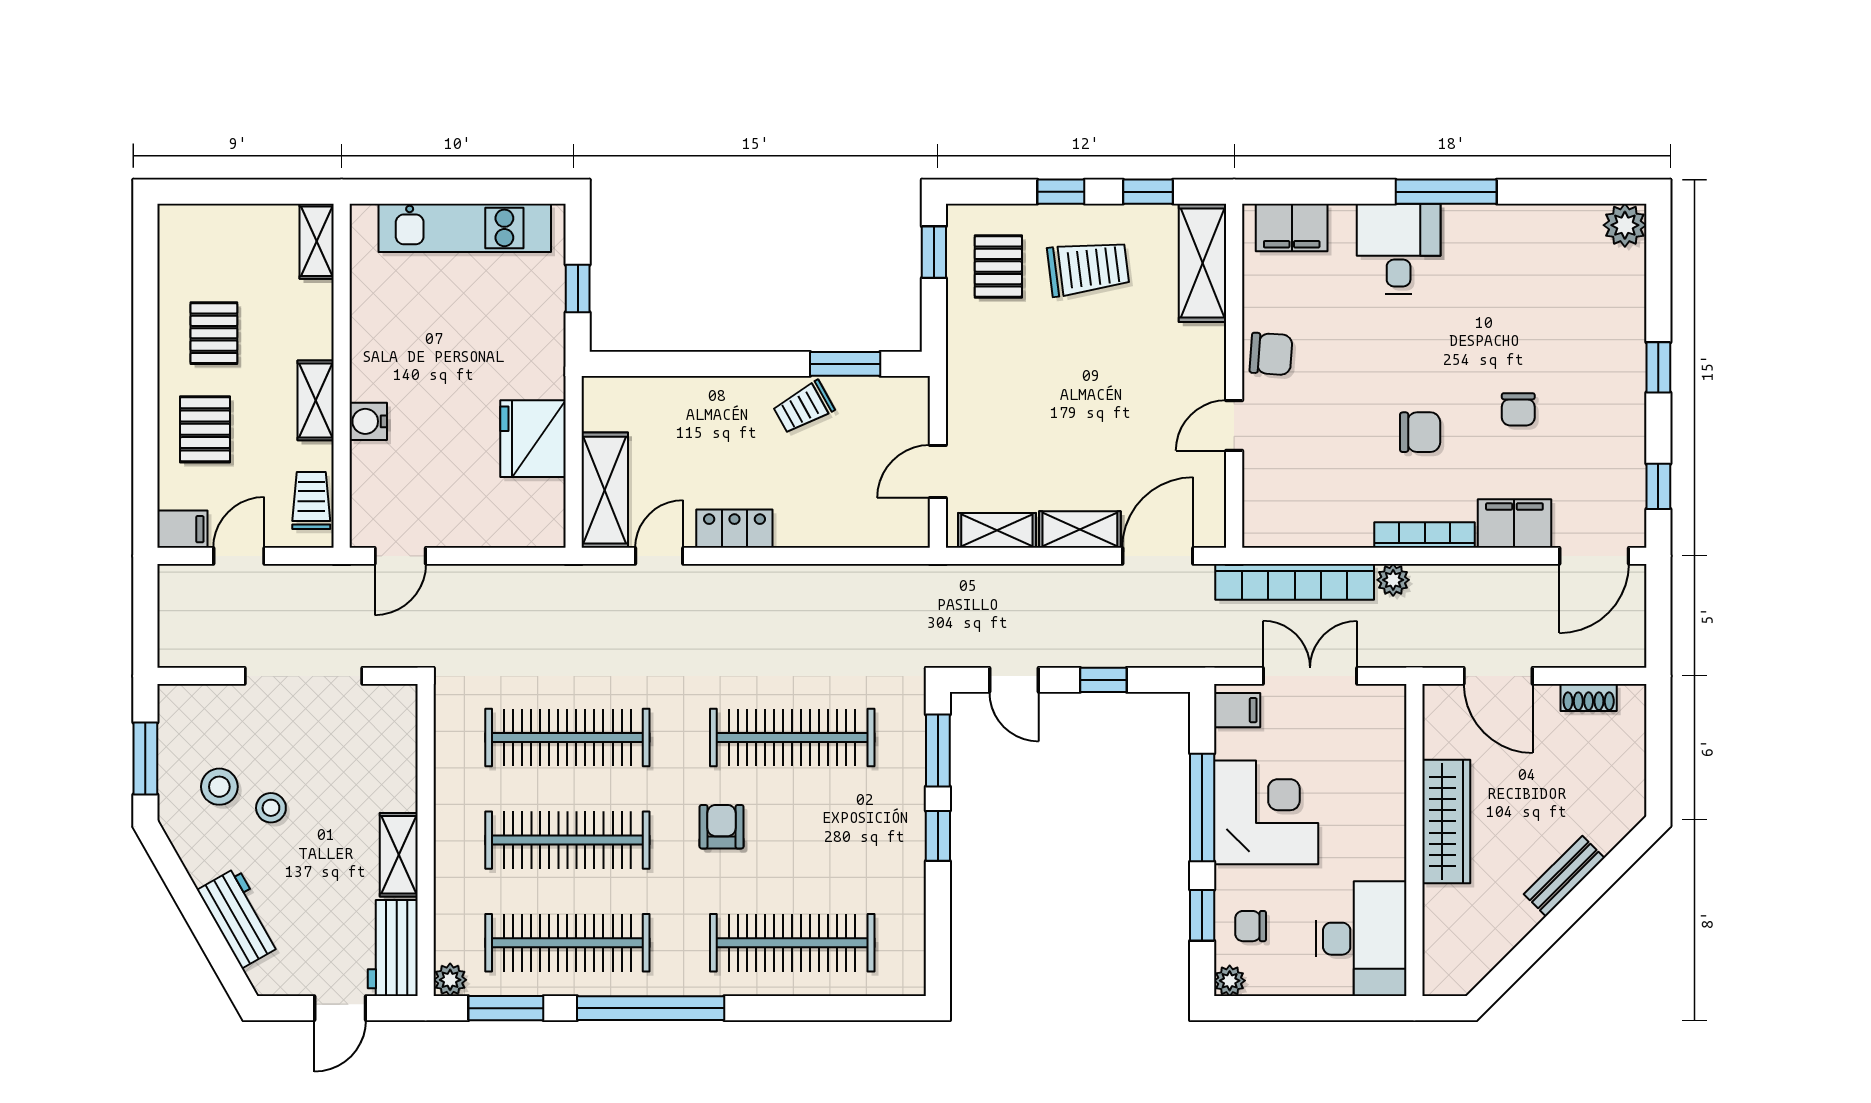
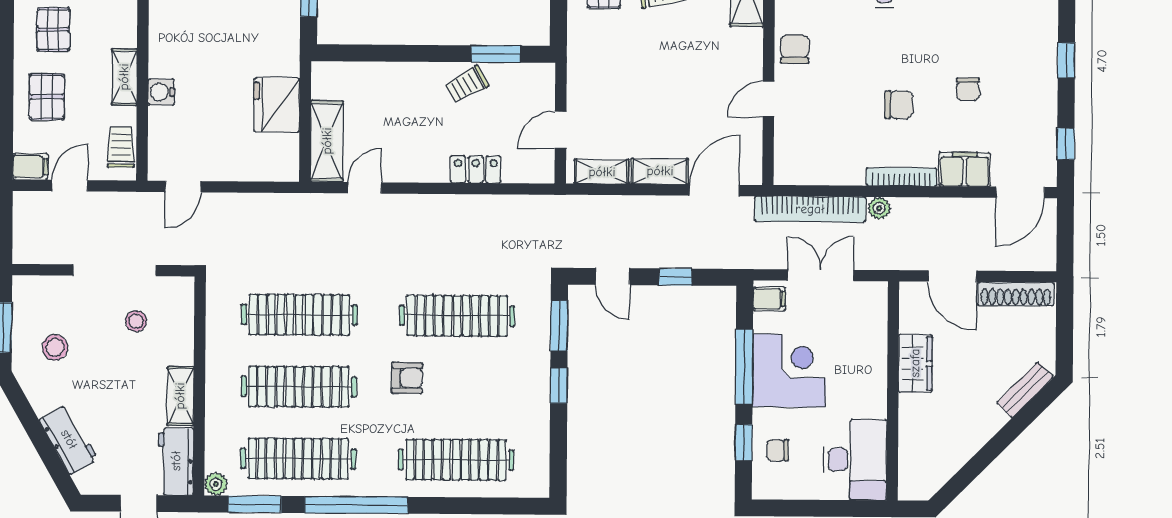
chair: (1271, 354) -> (795, 49), turned -94
locker: (734, 529) -> (476, 169), moved
shoe rack: (1589, 698) -> (1016, 294), width x1.94, depth x1.24
stool: (271, 808) -> (136, 321), moved
wardrobe: (1446, 821) -> (915, 363), width x0.67
armchair: (722, 827) -> (407, 378), turned 90
bench: (1564, 876) -> (1025, 390), moved
plant: (1230, 981) -> (763, 489), removed

